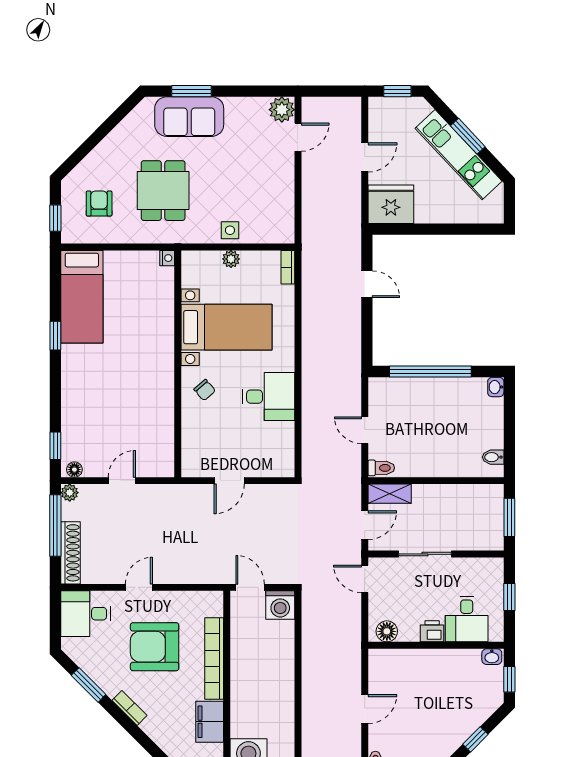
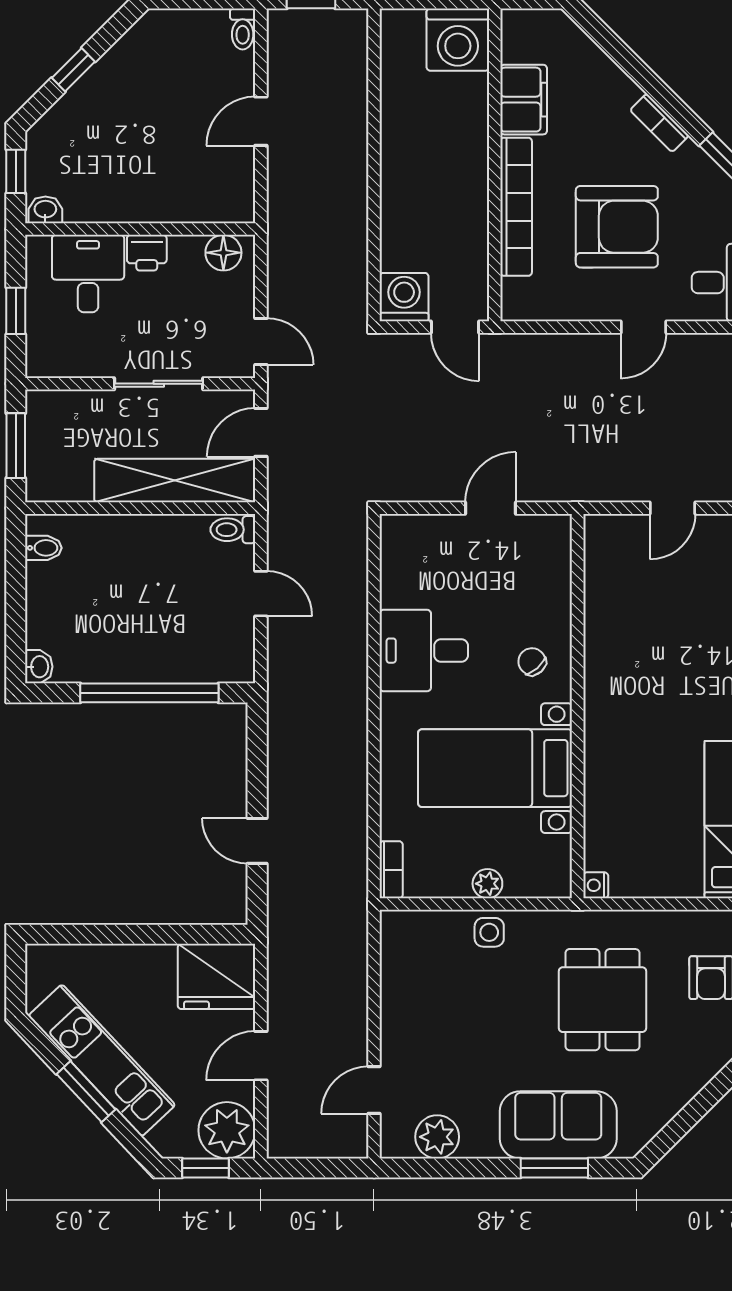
plant: (282, 110) -> (437, 1137), moved
plant: (385, 113) -> (227, 1130), added
shelving: (390, 494) -> (175, 481), width x2.20, depth x1.33

